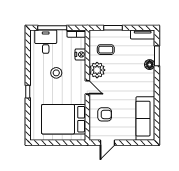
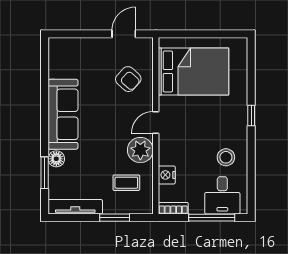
tv unit: (143, 35) -> (75, 207), width x1.41
stool: (56, 73) -> (226, 157), moved
door: (87, 87) -> (156, 122), hinge flipped
armchair: (105, 114) -> (128, 79), turned -138
sofa: (145, 119) -> (63, 114), moved

